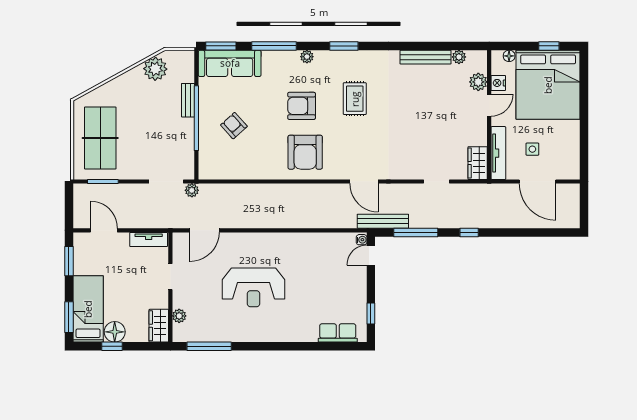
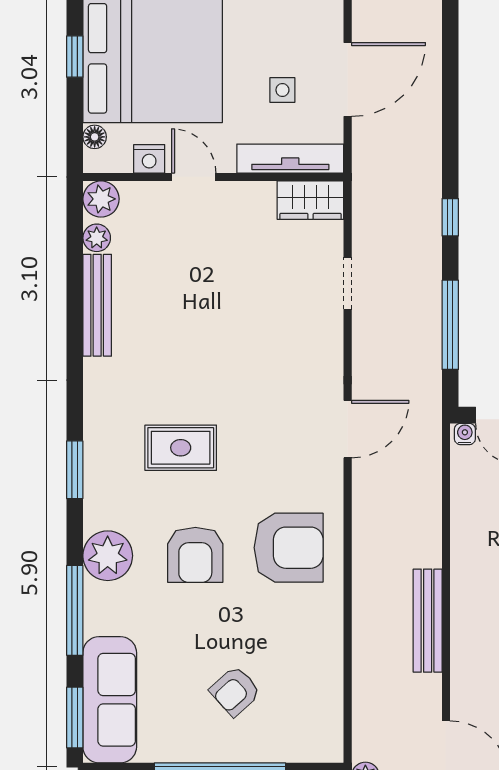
plant: (307, 57) -> (108, 556), width x1.88, depth x1.88
plant: (478, 82) -> (101, 199), moved
bench: (383, 221) -> (428, 621), moved

